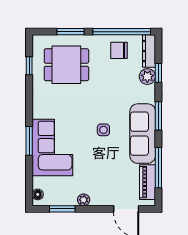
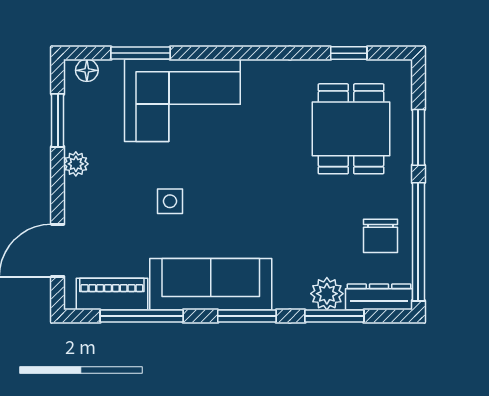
chair: (119, 50) -> (380, 236), turned 180
window: (158, 73) -> (334, 316), width x1.50
side table: (103, 130) -> (170, 201), moved
window: (29, 141) -> (141, 53), moved

